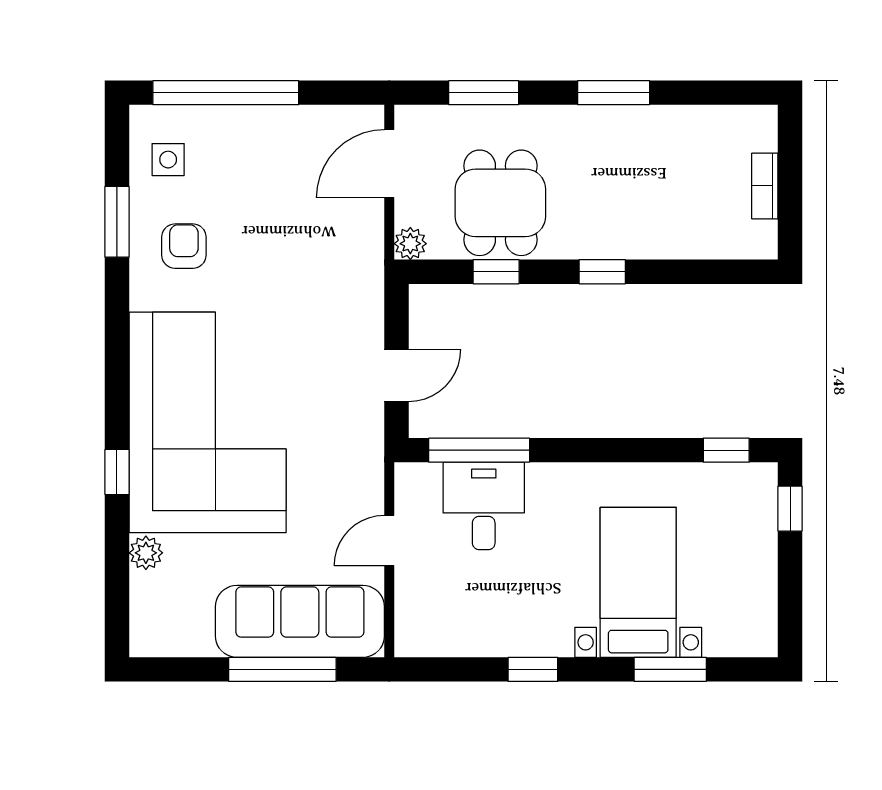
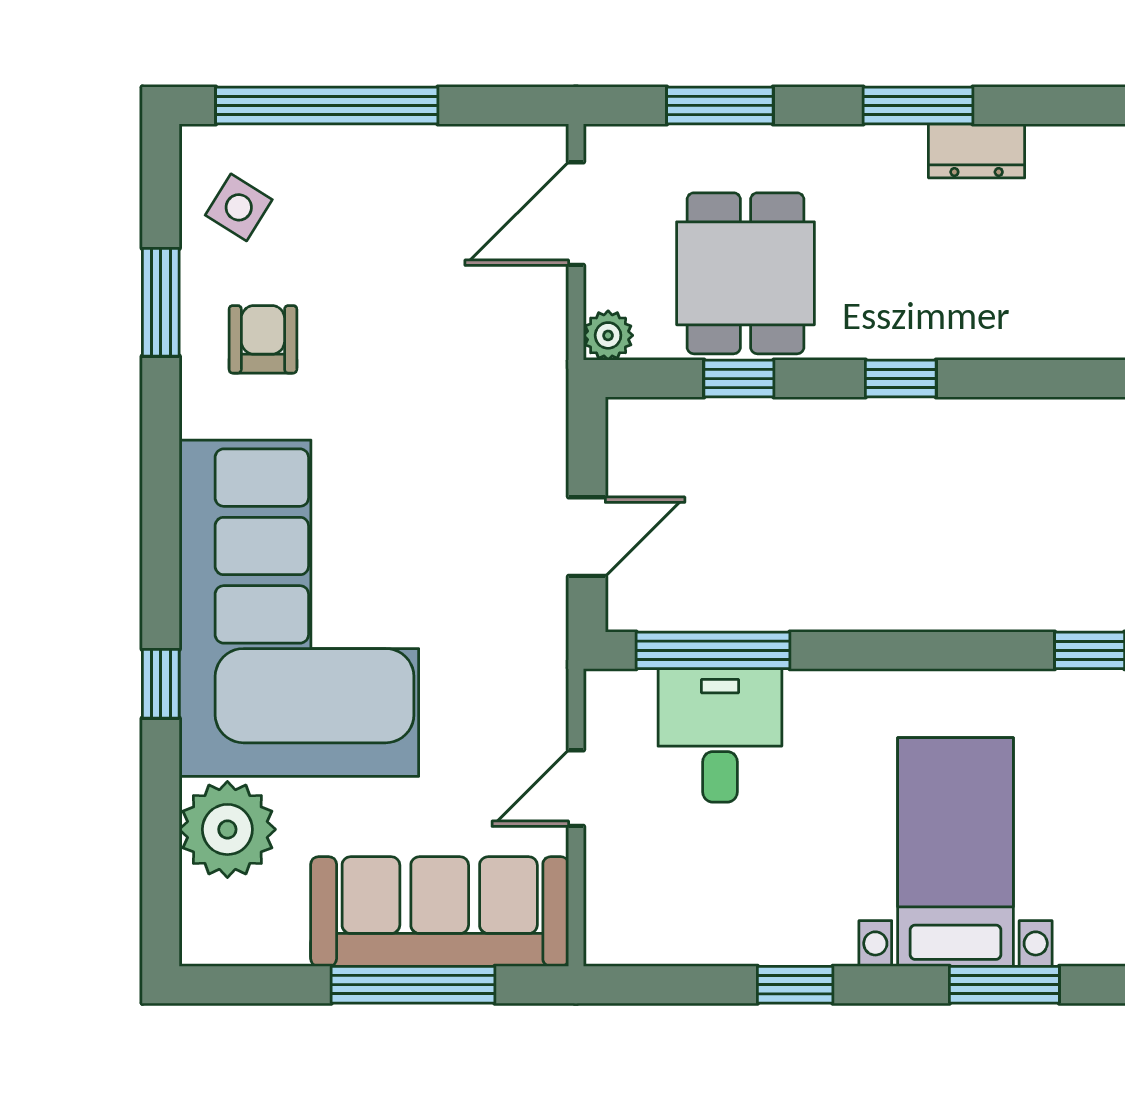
dresser: (652, 122) -> (977, 151), added
side table: (168, 160) -> (239, 207), turned 32
plant: (146, 553) -> (227, 829), width x1.88, depth x1.88

